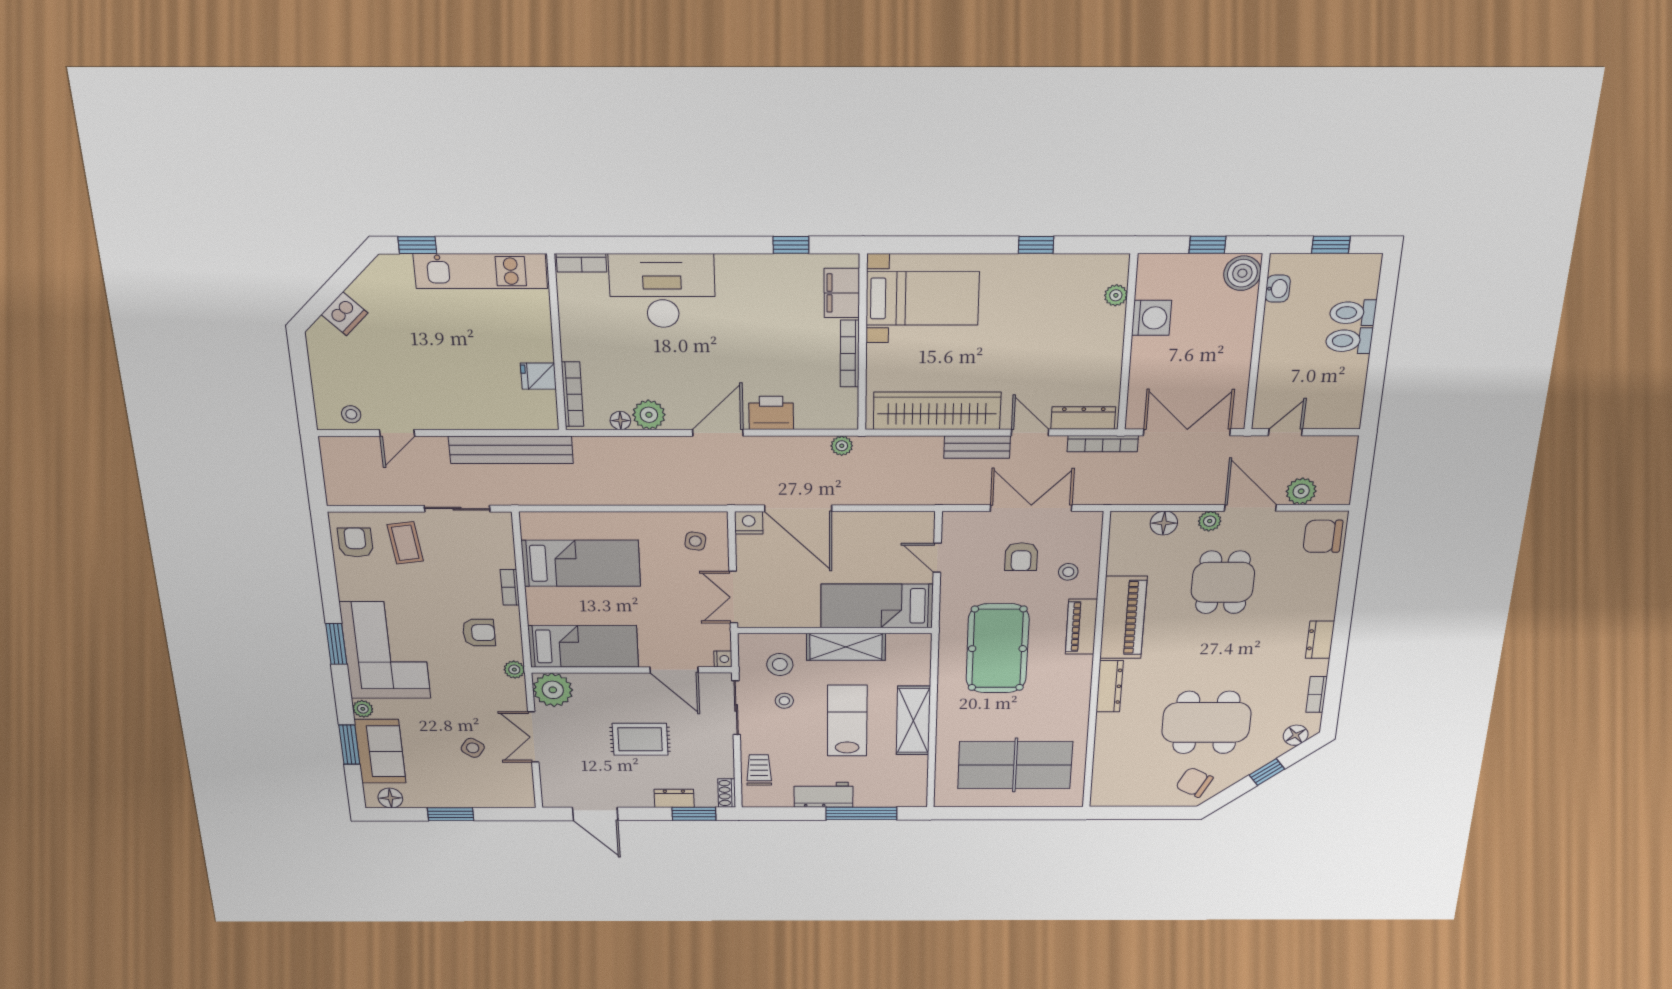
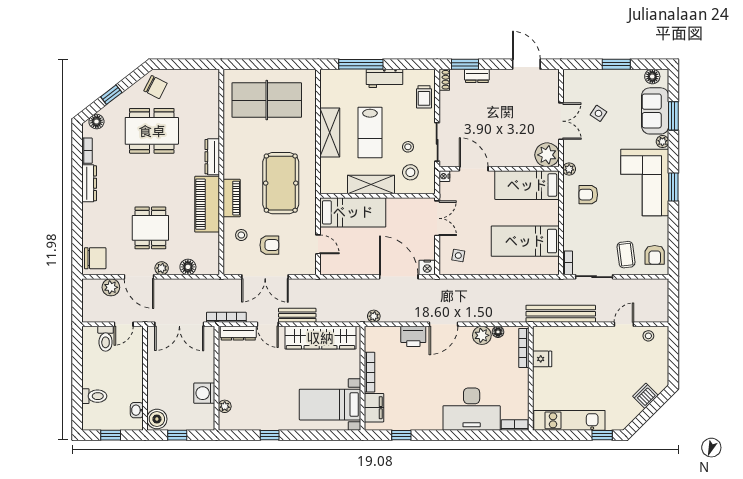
toilet: (1349, 341) -> (106, 339), moved, turned 90
armchair: (1021, 557) -> (269, 245), turned 90
bookcase: (510, 587) -> (568, 263), moved
dresser: (1320, 640) -> (89, 183), width x1.44
rug: (640, 739) -> (496, 119), removed

